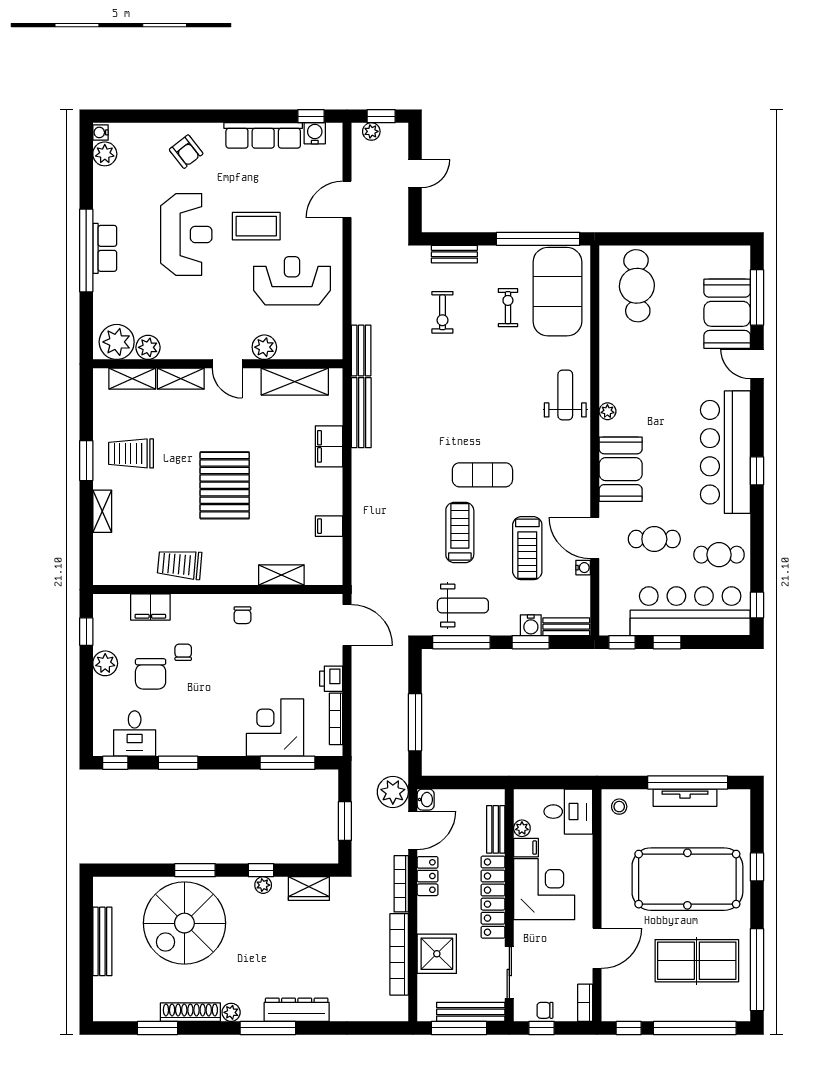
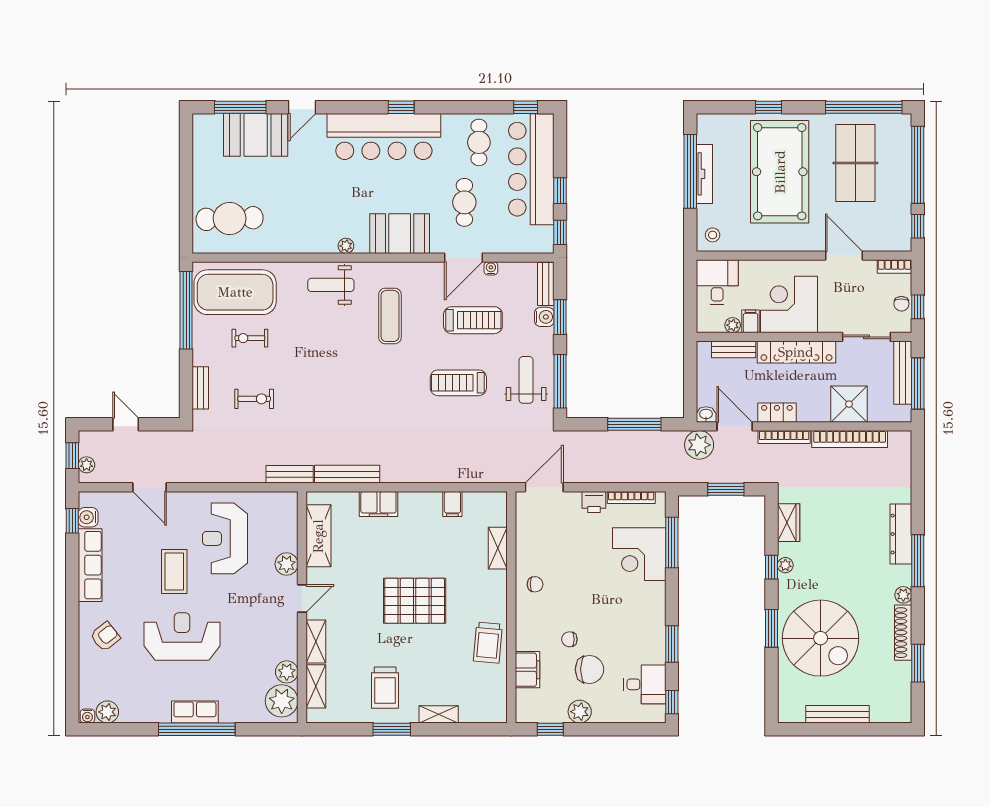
exercise mat: (482, 475) -> (390, 316), moved

